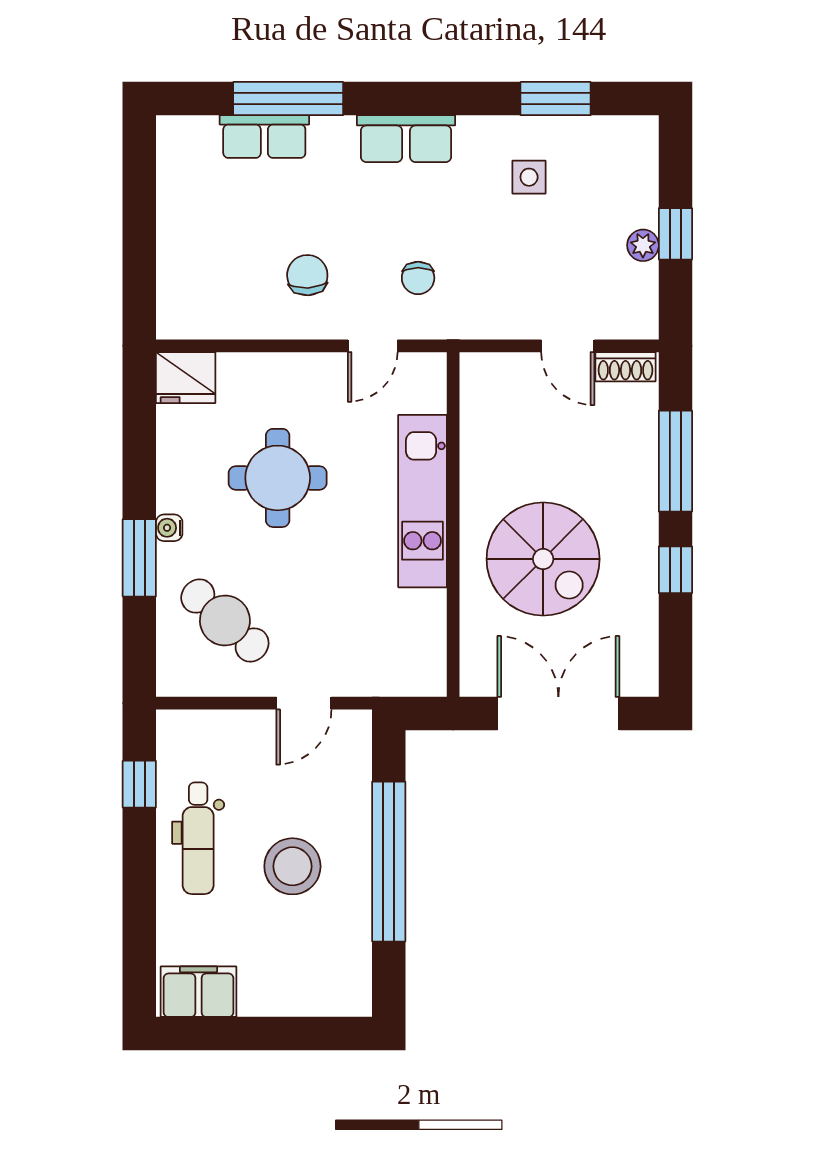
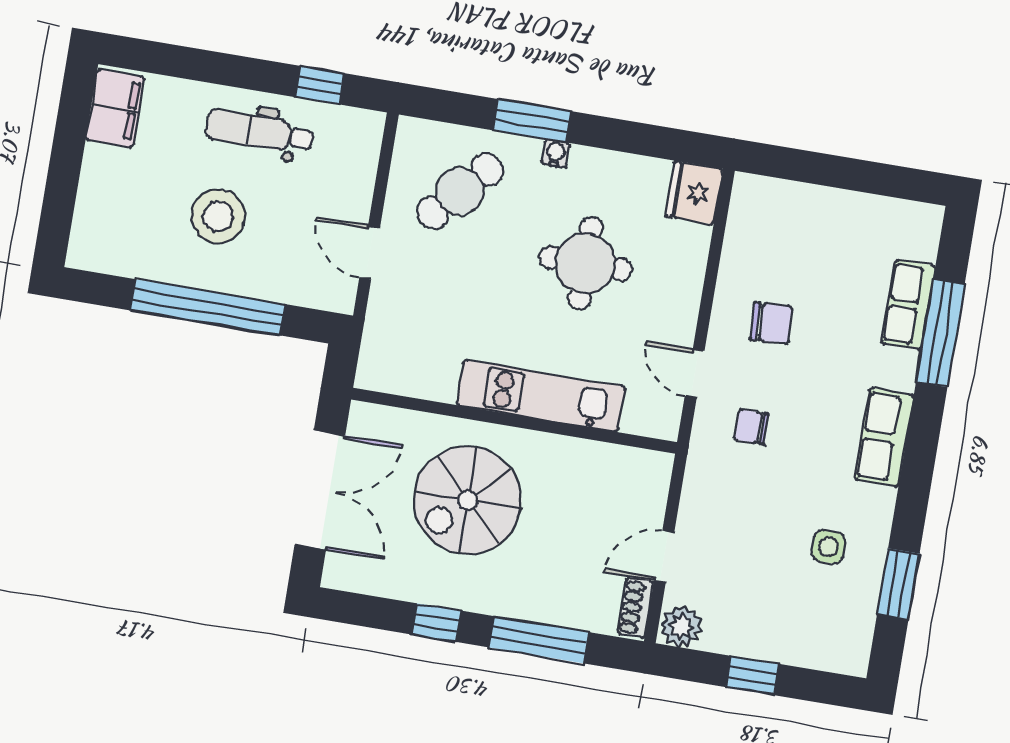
plant: (643, 245) -> (682, 627), moved, width x1.38, depth x1.38

